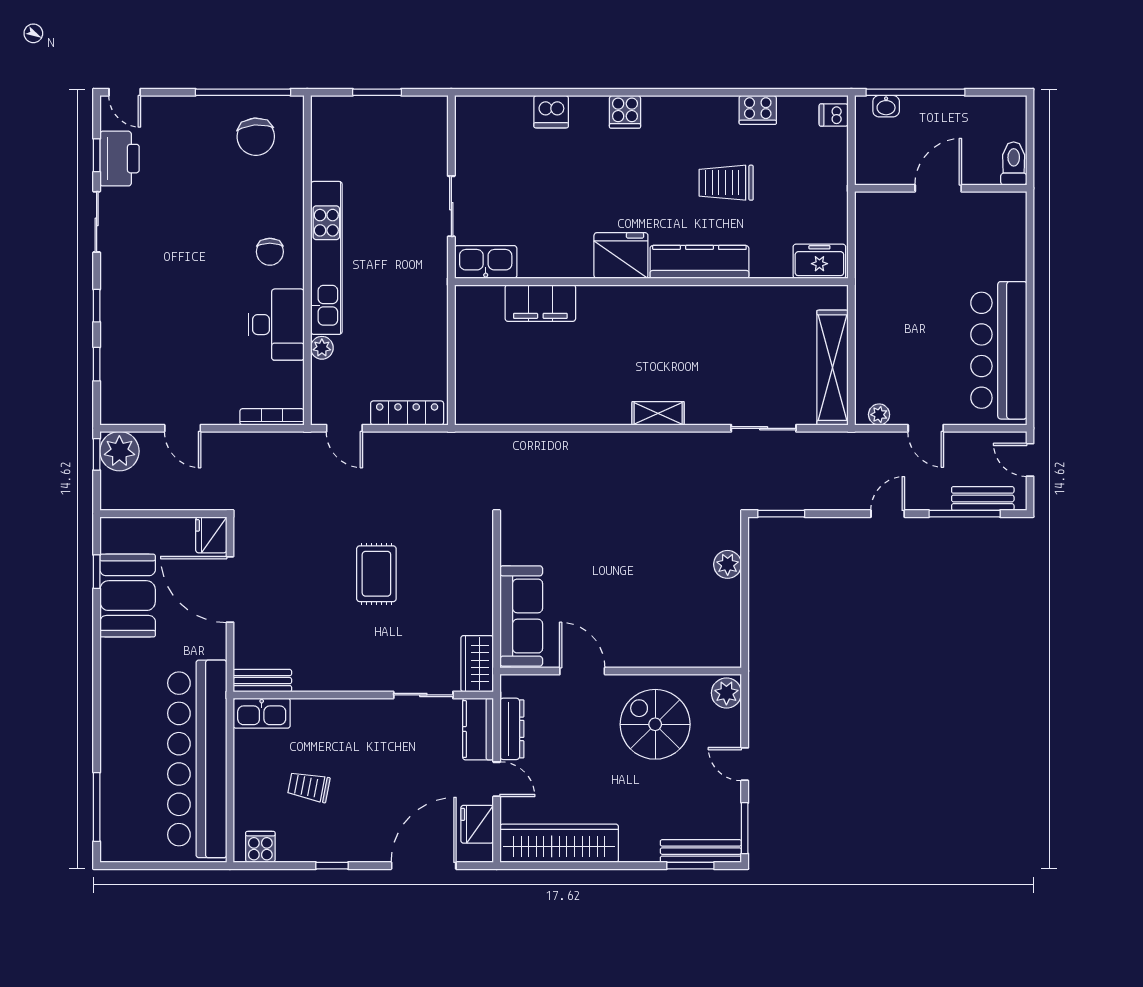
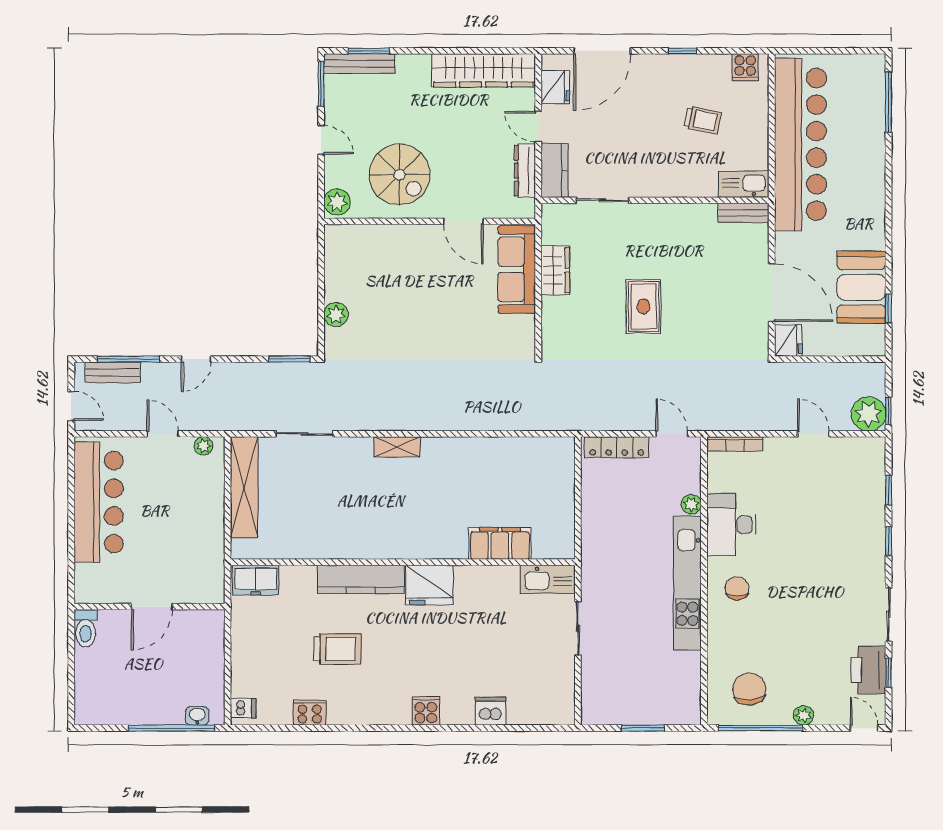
plant: (194, 107) -> (804, 715), added
toilet: (1014, 163) -> (86, 628), moved
door: (938, 188) -> (152, 607), moved
wall: (941, 188) -> (149, 607), moved
wardrobe: (477, 664) -> (555, 270), moved

